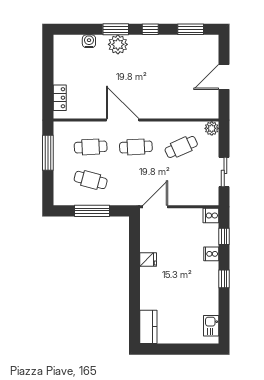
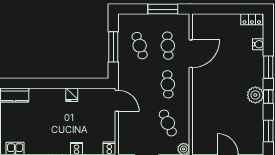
plant: (118, 44) -> (255, 95), moved
locker: (60, 98) -> (252, 19), moved
door: (123, 120) -> (191, 54), moved
cafe table: (91, 180) -> (140, 46), turned -33

